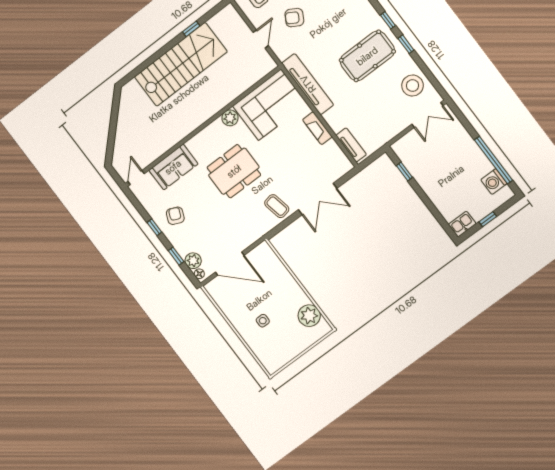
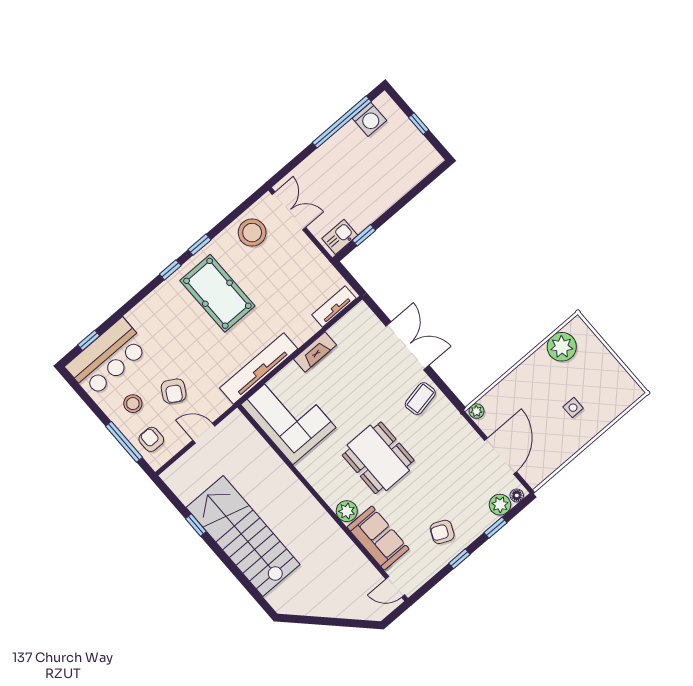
plant: (230, 118) -> (347, 511), moved
kitchen sink: (462, 224) -> (340, 237), moved, turned 90
plant: (265, 248) -> (476, 411), added

